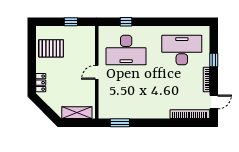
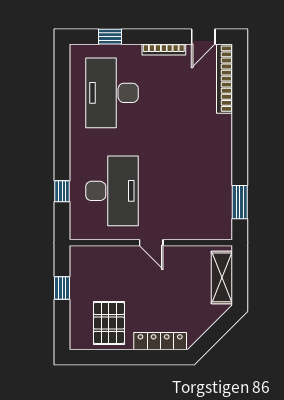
window: (214, 60) -> (110, 37), moved
locker: (41, 83) -> (160, 341), width x1.53
door: (214, 102) -> (203, 37), swing flipped

